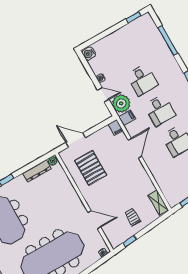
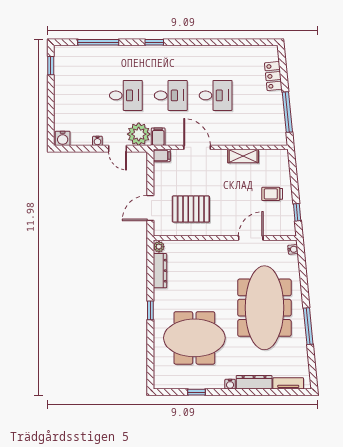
door: (103, 95) -> (118, 149), swing flipped
shelving: (158, 203) -> (243, 156), moved

